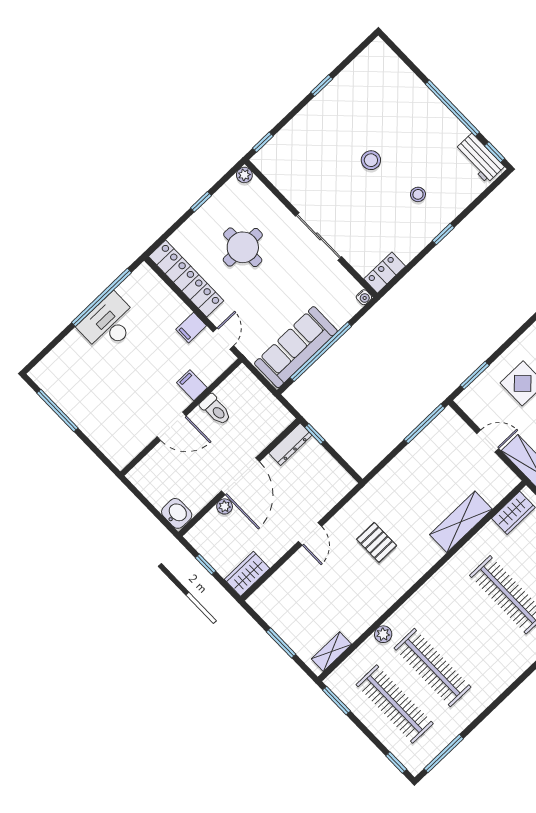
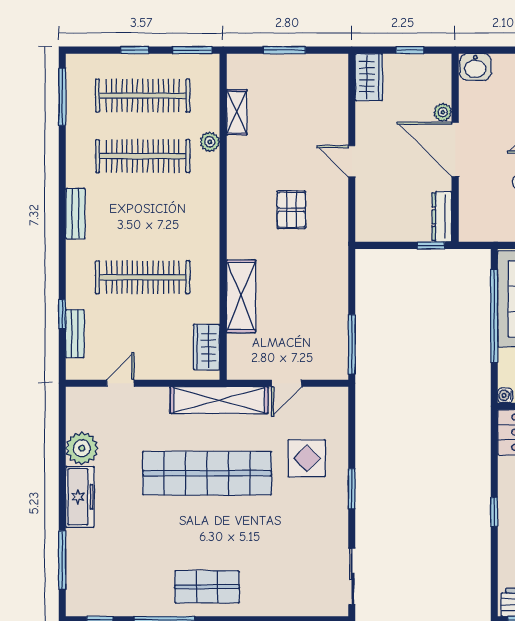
window: (475, 375) -> (352, 489), moved
pallet: (377, 542) -> (291, 210), turned 90
shelving: (332, 652) -> (237, 112), moved
bench: (509, 675) -> (75, 213), added
window: (396, 763) -> (135, 50), moved

